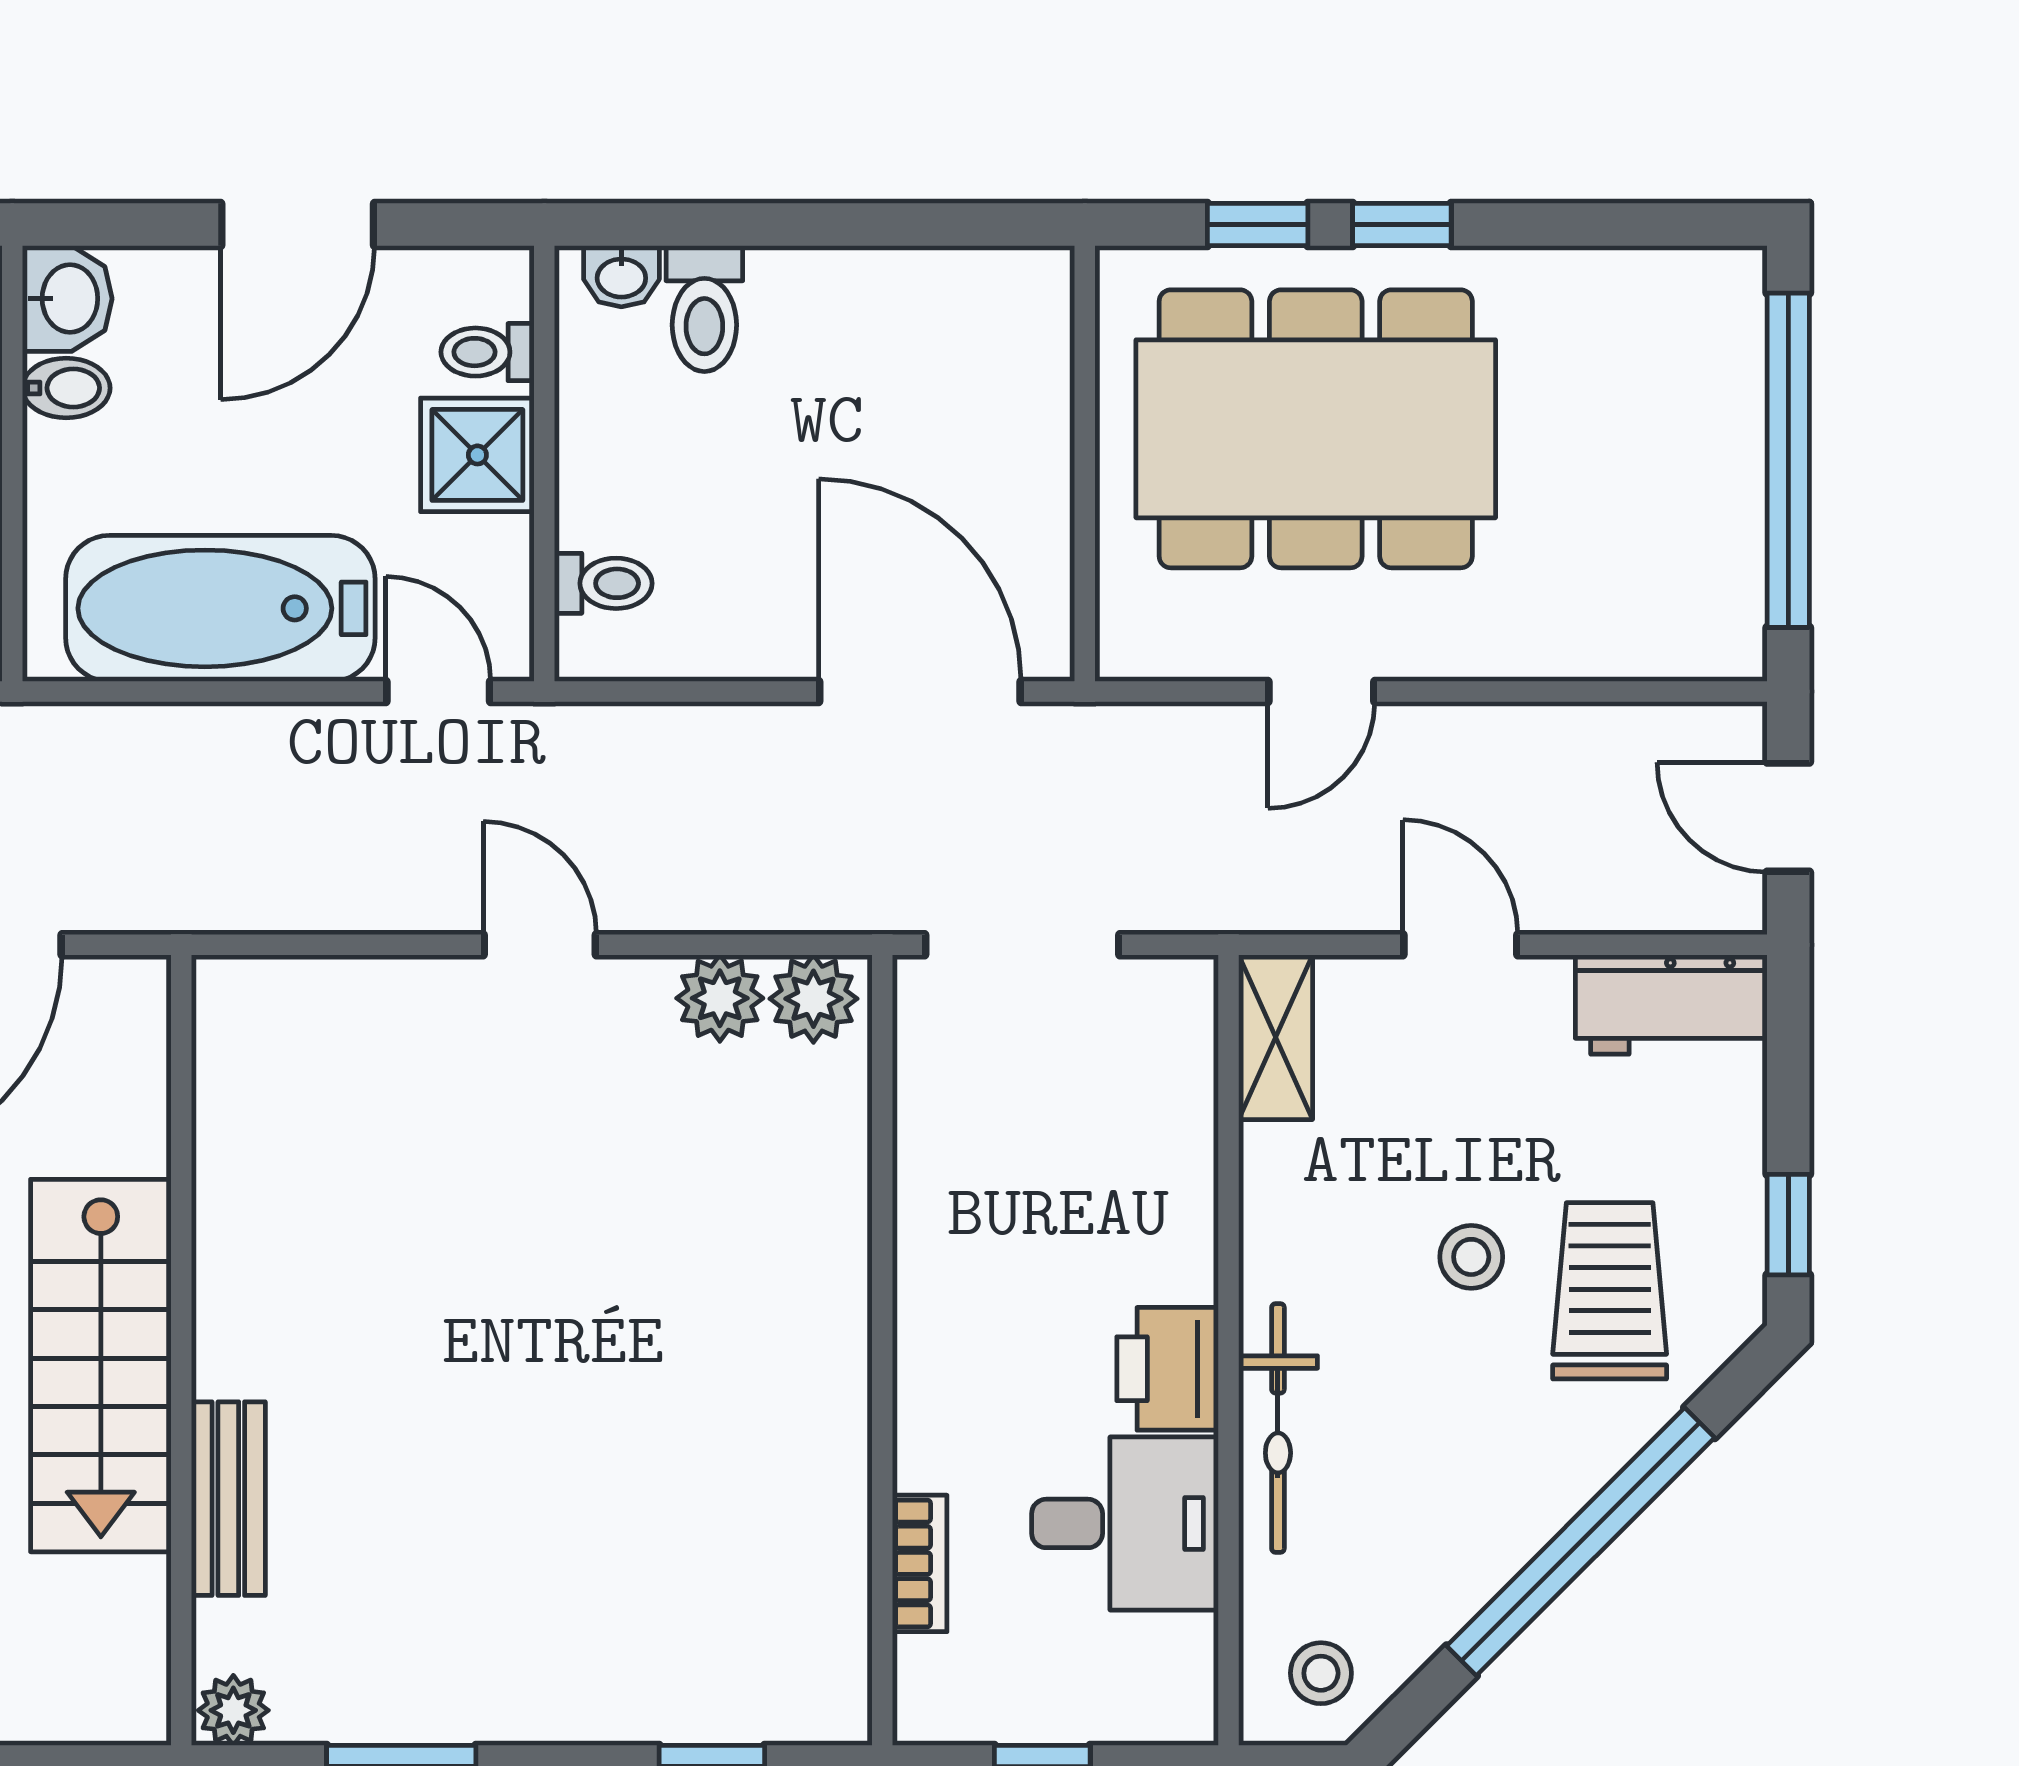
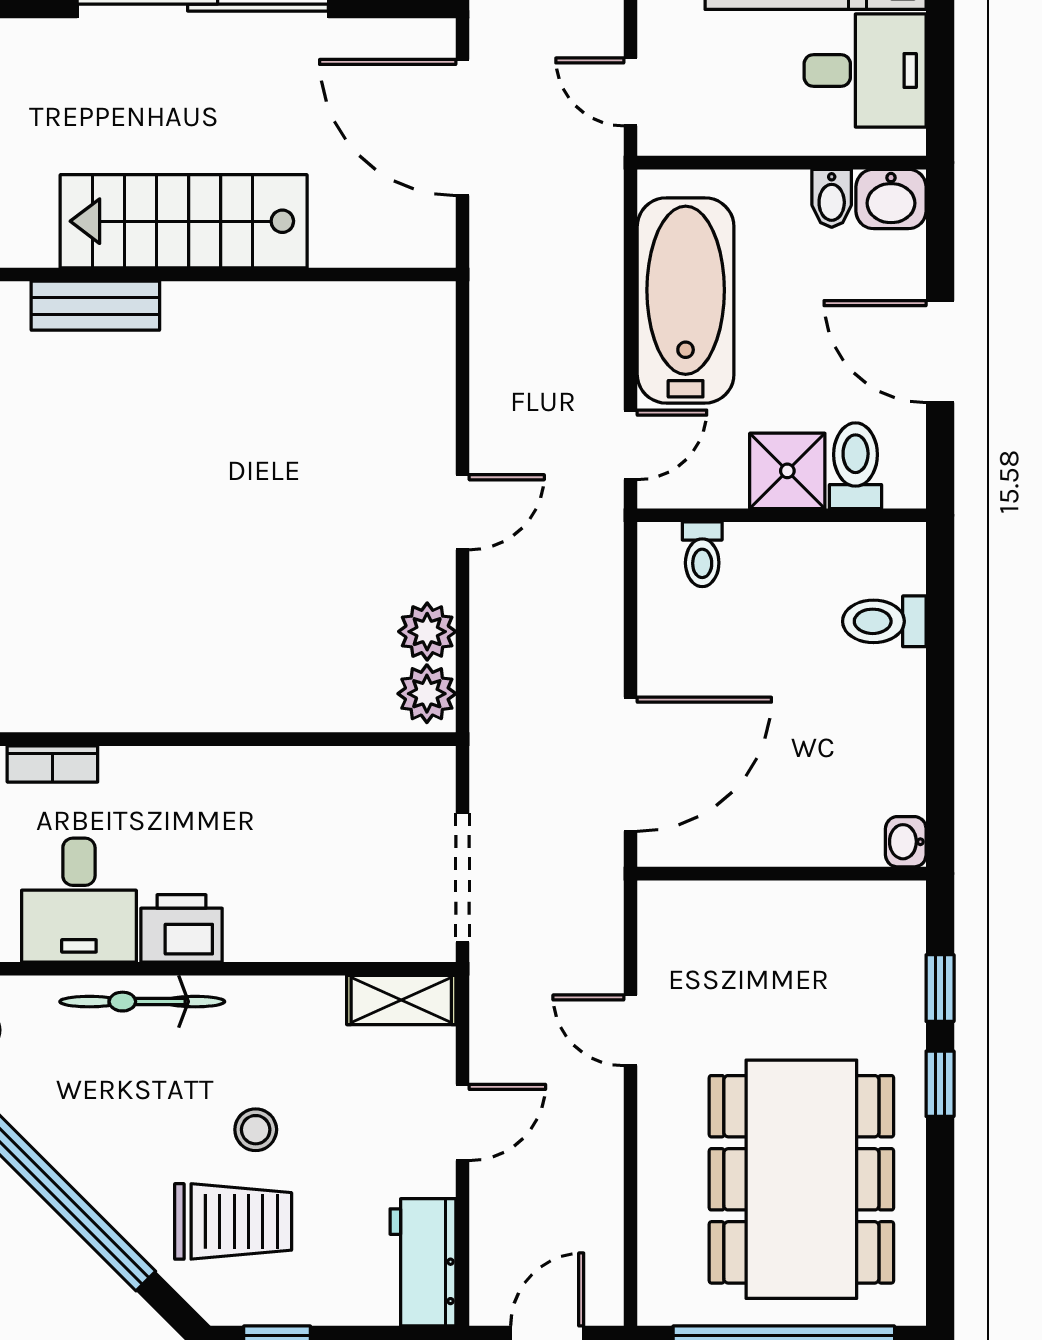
washbasin: (621, 276) -> (906, 842), moved
toilet: (488, 352) -> (856, 466), width x1.37, depth x1.39
dining table: (1316, 429) -> (801, 1179), moved
doorway: (1022, 945) -> (463, 878), moved

